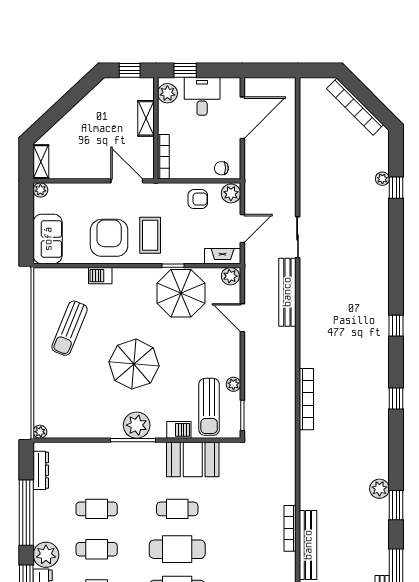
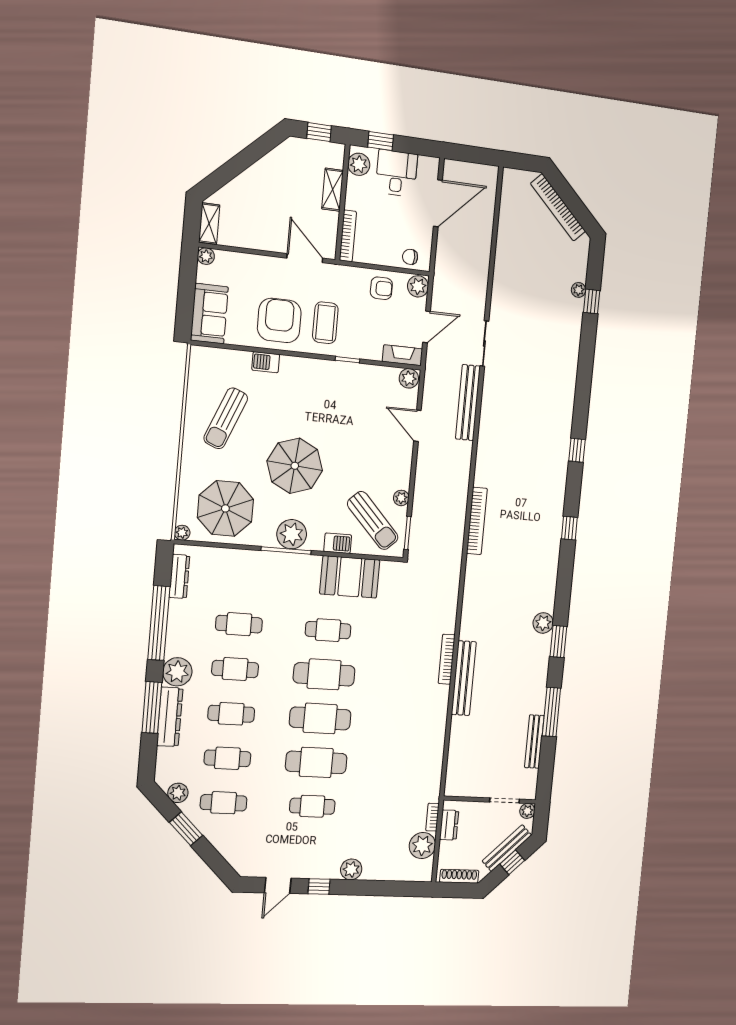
parasol: (181, 293) -> (225, 508), moved
sun lounger: (209, 407) -> (373, 521), turned -43

